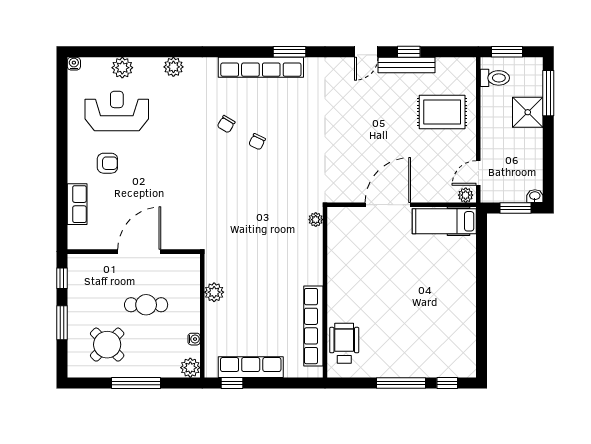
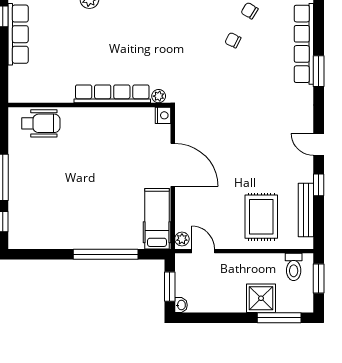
bench: (406, 65) -> (306, 210), moved
nightstand: (336, 215) -> (163, 115), added
window: (482, 275) -> (106, 254), added
row of seats: (313, 326) -> (112, 94), moved

